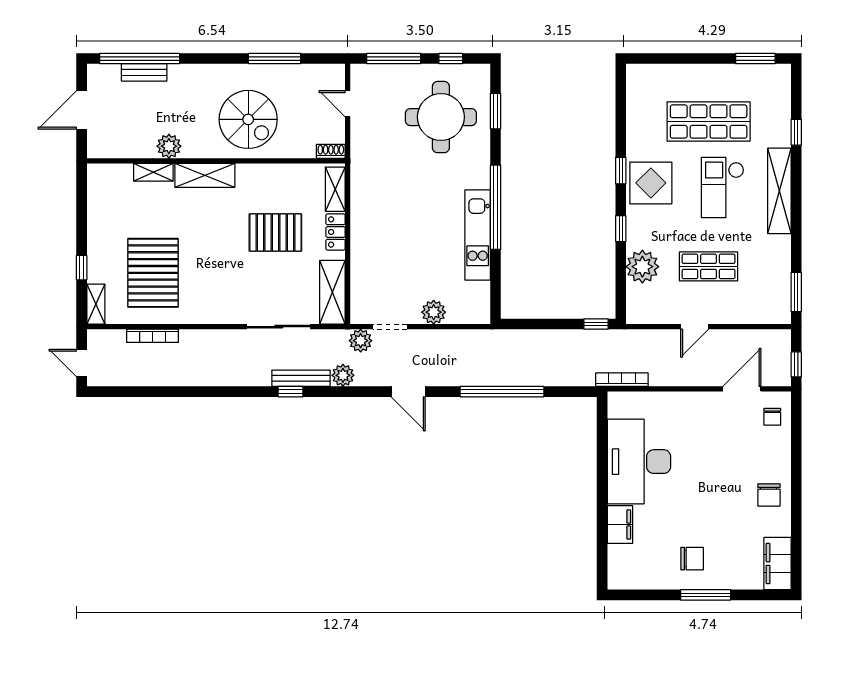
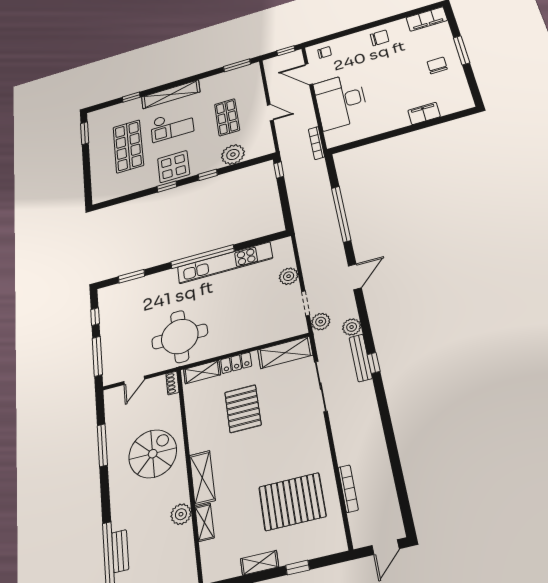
round table: (441, 117) -> (180, 336), moved
kitchen unit: (478, 235) -> (225, 263), width x1.36
shelving: (96, 304) -> (260, 563), moved
desk: (639, 462) -> (341, 101), moved, turned 90

